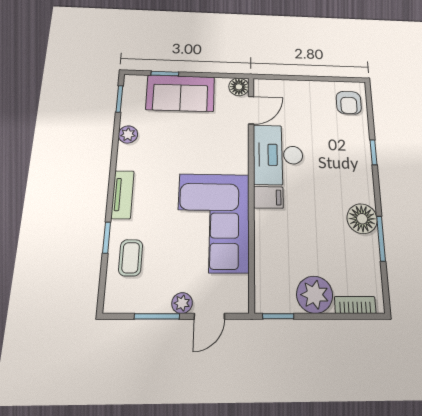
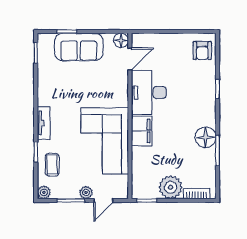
plant: (128, 134) -> (44, 192), moved
filing cabinet: (268, 197) -> (142, 131), width x2.00

